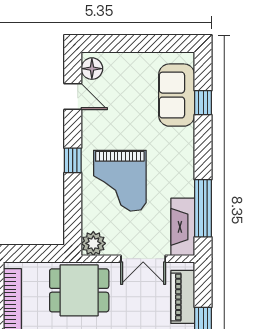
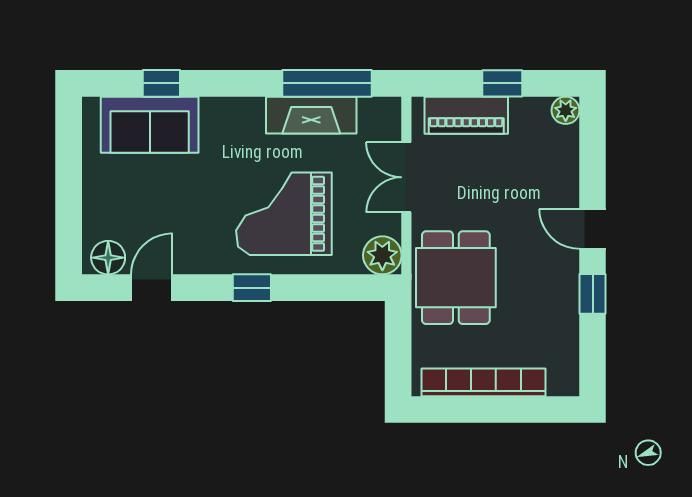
grand piano: (120, 181) -> (284, 214), turned 180
fireplace: (183, 227) -> (311, 115), moved
double door: (143, 259) -> (406, 177), swing flipped

